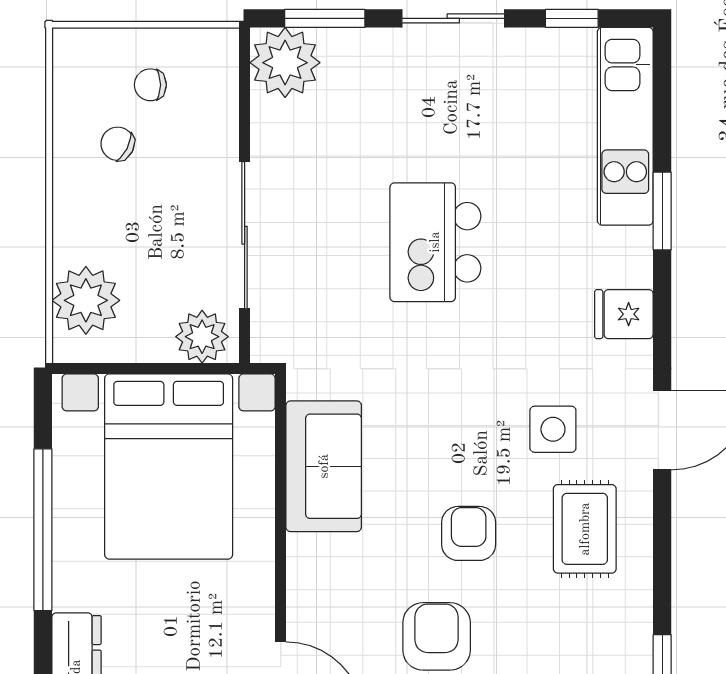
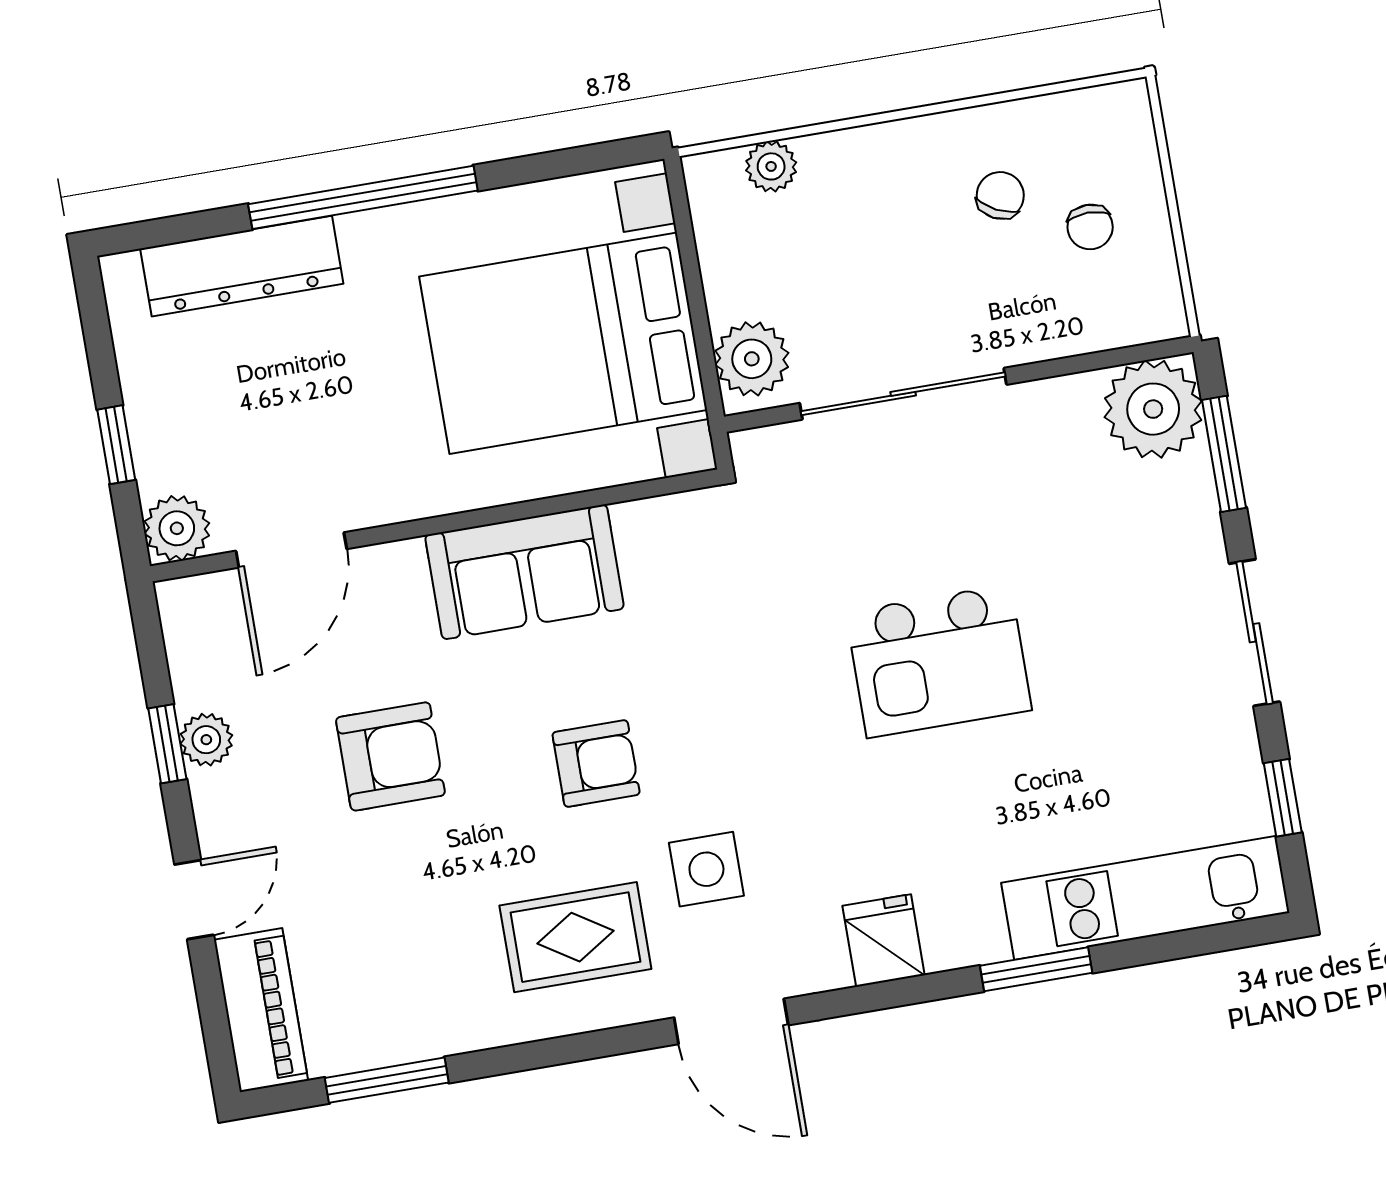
chair: (150, 85) -> (1090, 227), turned 180
kitchen island: (435, 242) -> (939, 661), turned 180
plant: (86, 300) -> (771, 166), width x0.53, depth x0.53
sofa: (324, 466) -> (525, 572), moved
window: (43, 530) -> (363, 197), moved
armchair: (469, 533) -> (596, 764), moved

